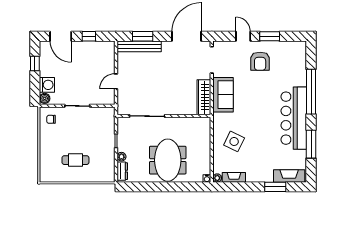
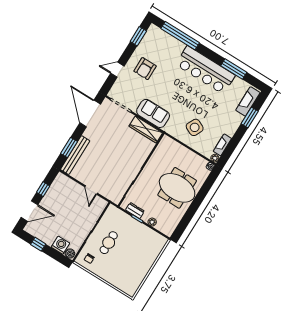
window: (270, 36) -> (138, 36), moved
armchair: (260, 61) -> (145, 69), turned 90
window: (311, 92) -> (180, 36), moved
cafe table: (75, 160) -> (109, 243), moved
dresser: (122, 171) -> (135, 211), moved

